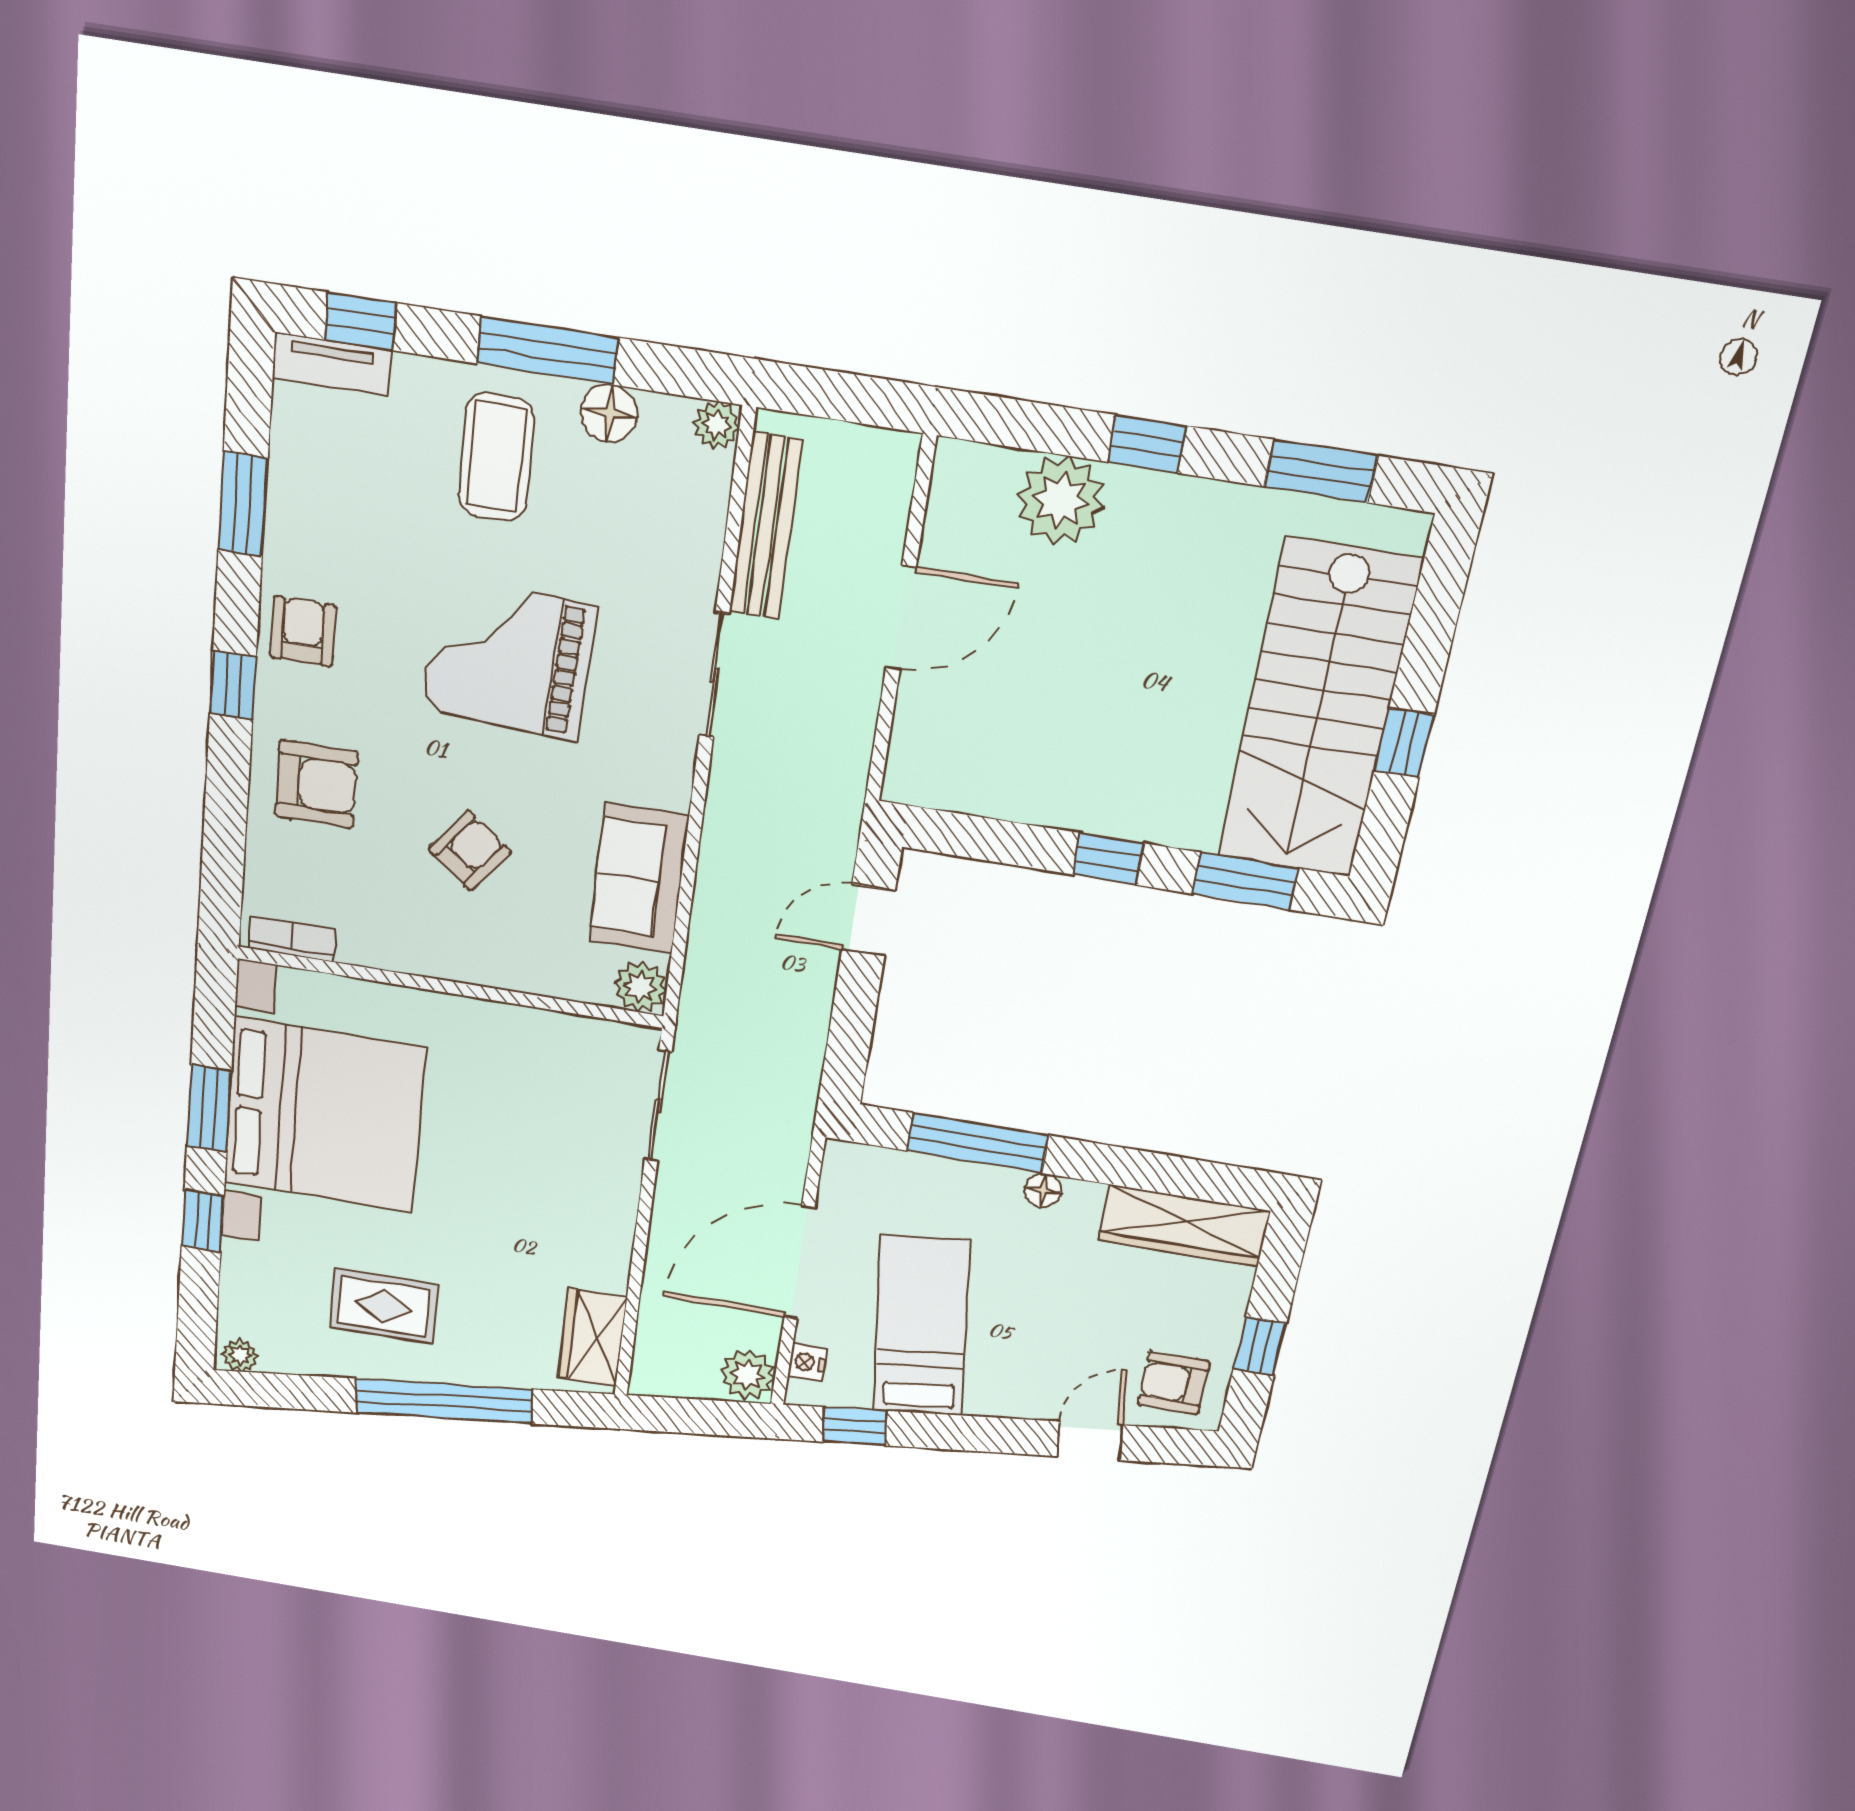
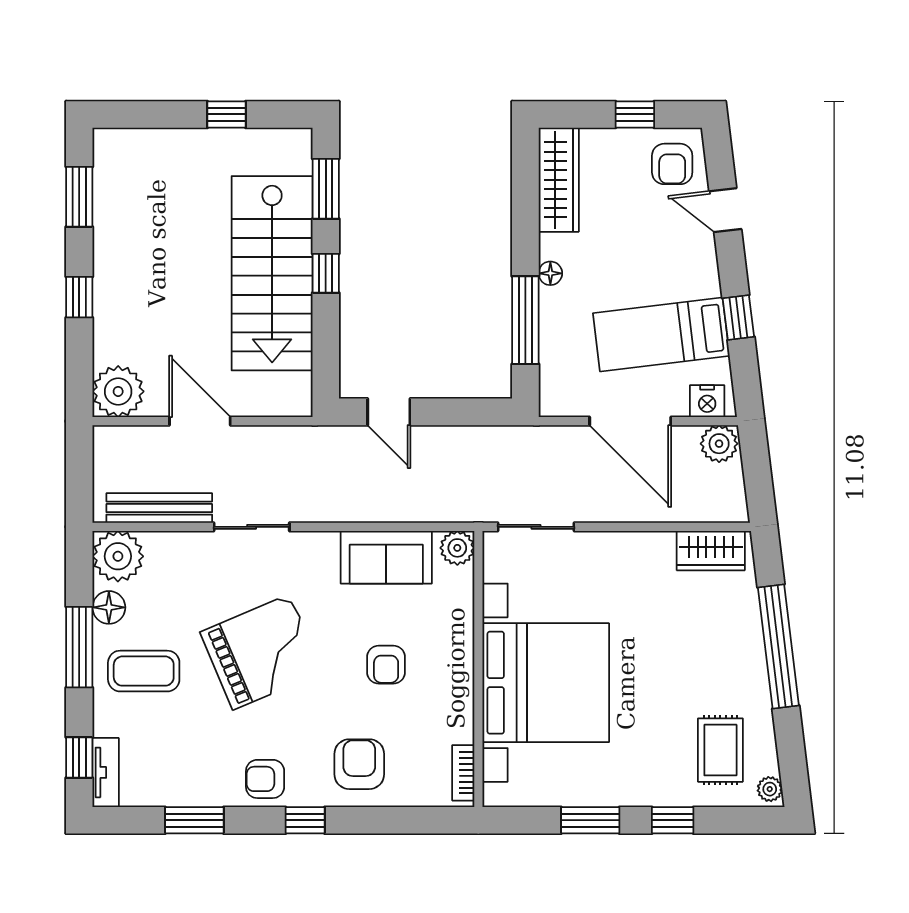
plant: (717, 425) -> (118, 556), width x1.87, depth x1.87
plant: (1061, 501) -> (118, 391), moved
grand piano: (509, 658) -> (261, 652), turned -116
stairs: (1318, 710) -> (272, 273), moved, turned 90
armchair: (470, 851) -> (386, 665), turned -128
bed with nightstands: (324, 1115) -> (546, 683), moved, turned 90
rug: (384, 1306) -> (720, 750), moved
nightstand: (807, 1362) -> (707, 401), width x1.39, depth x1.35
window: (855, 1426) -> (738, 318), moved

